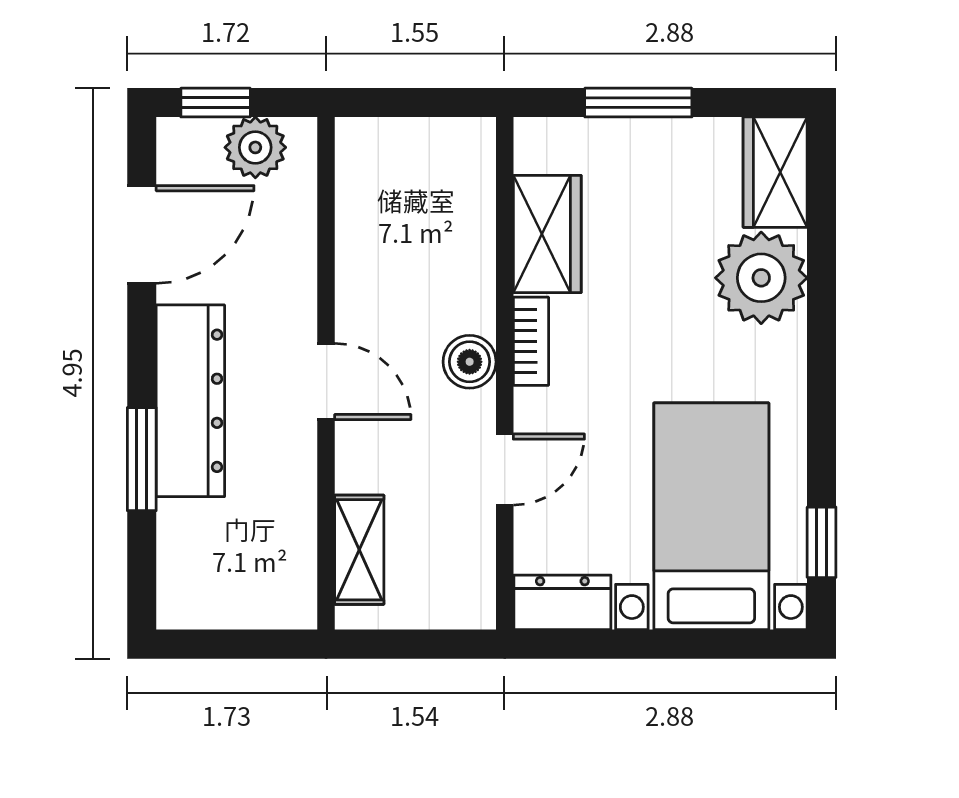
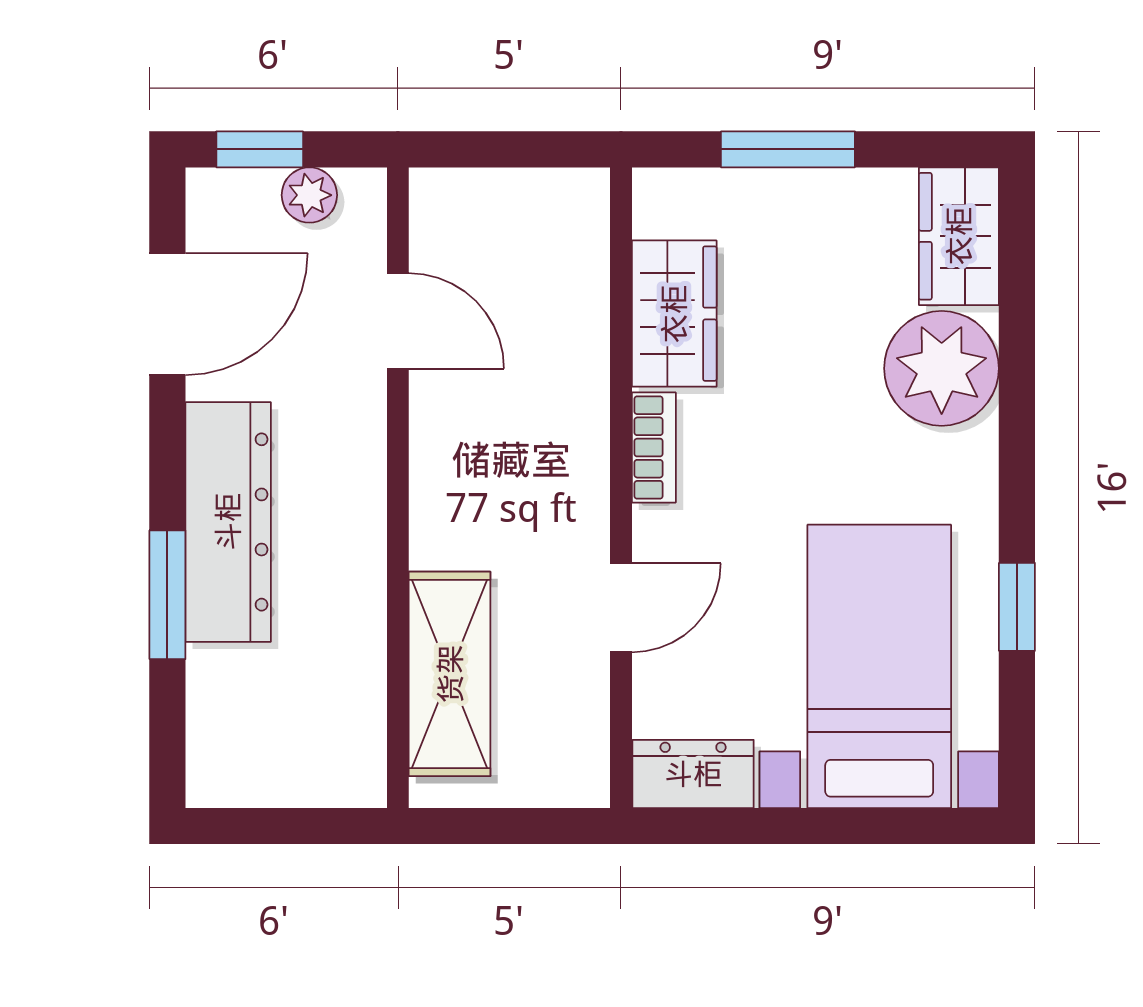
plant: (255, 147) -> (309, 195), width x0.73, depth x0.73
boiler: (470, 362) -> (577, 473), removed
door: (326, 381) -> (398, 321), moved
window: (822, 542) -> (1017, 607), moved
shelving: (359, 550) -> (450, 674), width x1.50, depth x1.33

